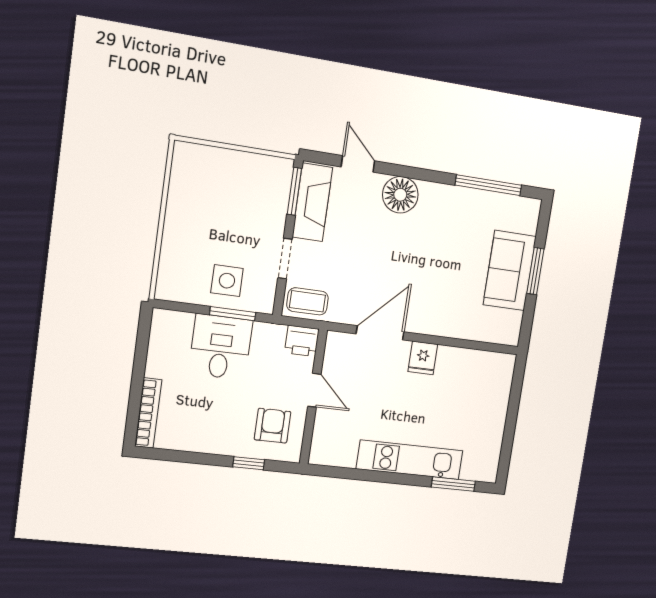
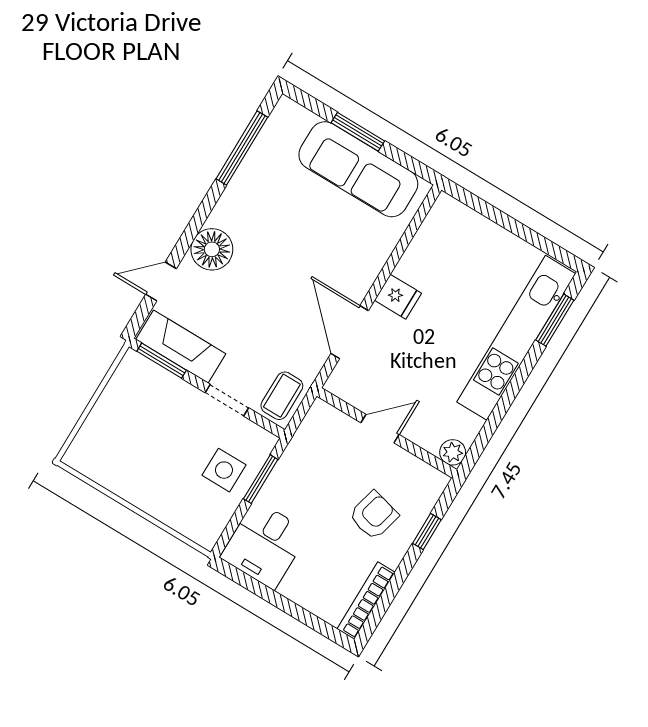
sofa: (510, 271) -> (358, 169), width x1.36
printer: (302, 341) -> (321, 419), removed
desk: (221, 347) -> (265, 545), moved, turned -90
bookcase: (148, 413) -> (366, 601), moved, turned -90
armchair: (273, 426) -> (374, 515), moved, turned 104
plant: (320, 455) -> (453, 452), added
kitchen unit: (410, 460) -> (516, 338), width x1.36

